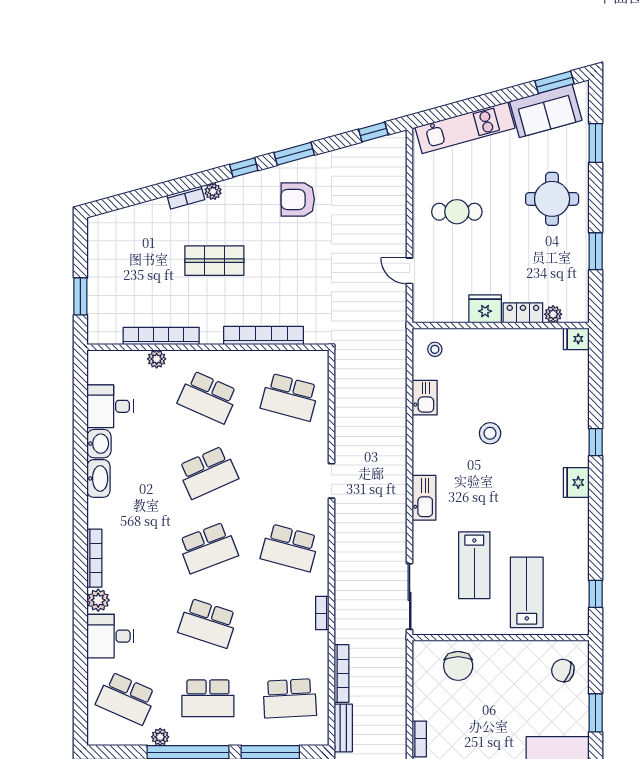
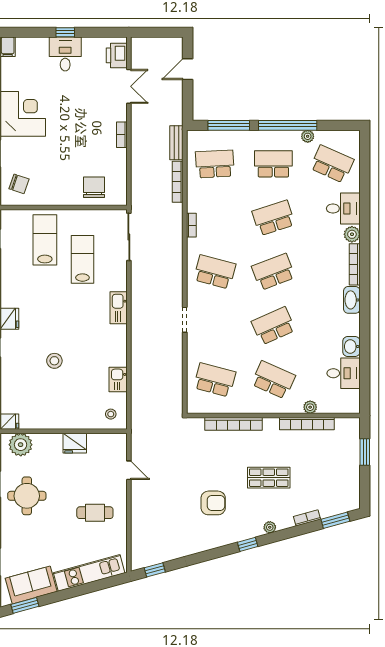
window: (294, 154) -> (335, 520), moved
bookcase: (186, 198) -> (307, 518), moved
armchair: (298, 199) -> (213, 503), moved
round table: (552, 199) -> (27, 496), moved
locker: (523, 313) -> (48, 440), removed
plant: (553, 314) -> (21, 445), width x1.88, depth x1.88
stool: (490, 433) -> (54, 361), moved
washbasin: (99, 478) -> (352, 300), moved
lab bench: (527, 592) -> (45, 240), turned 180
school desk: (208, 623) -> (273, 218), turned -36

